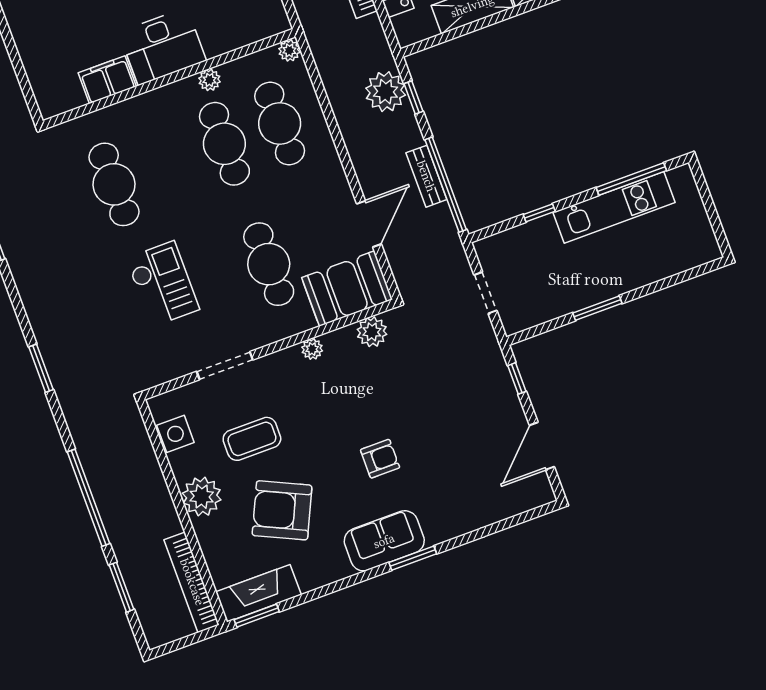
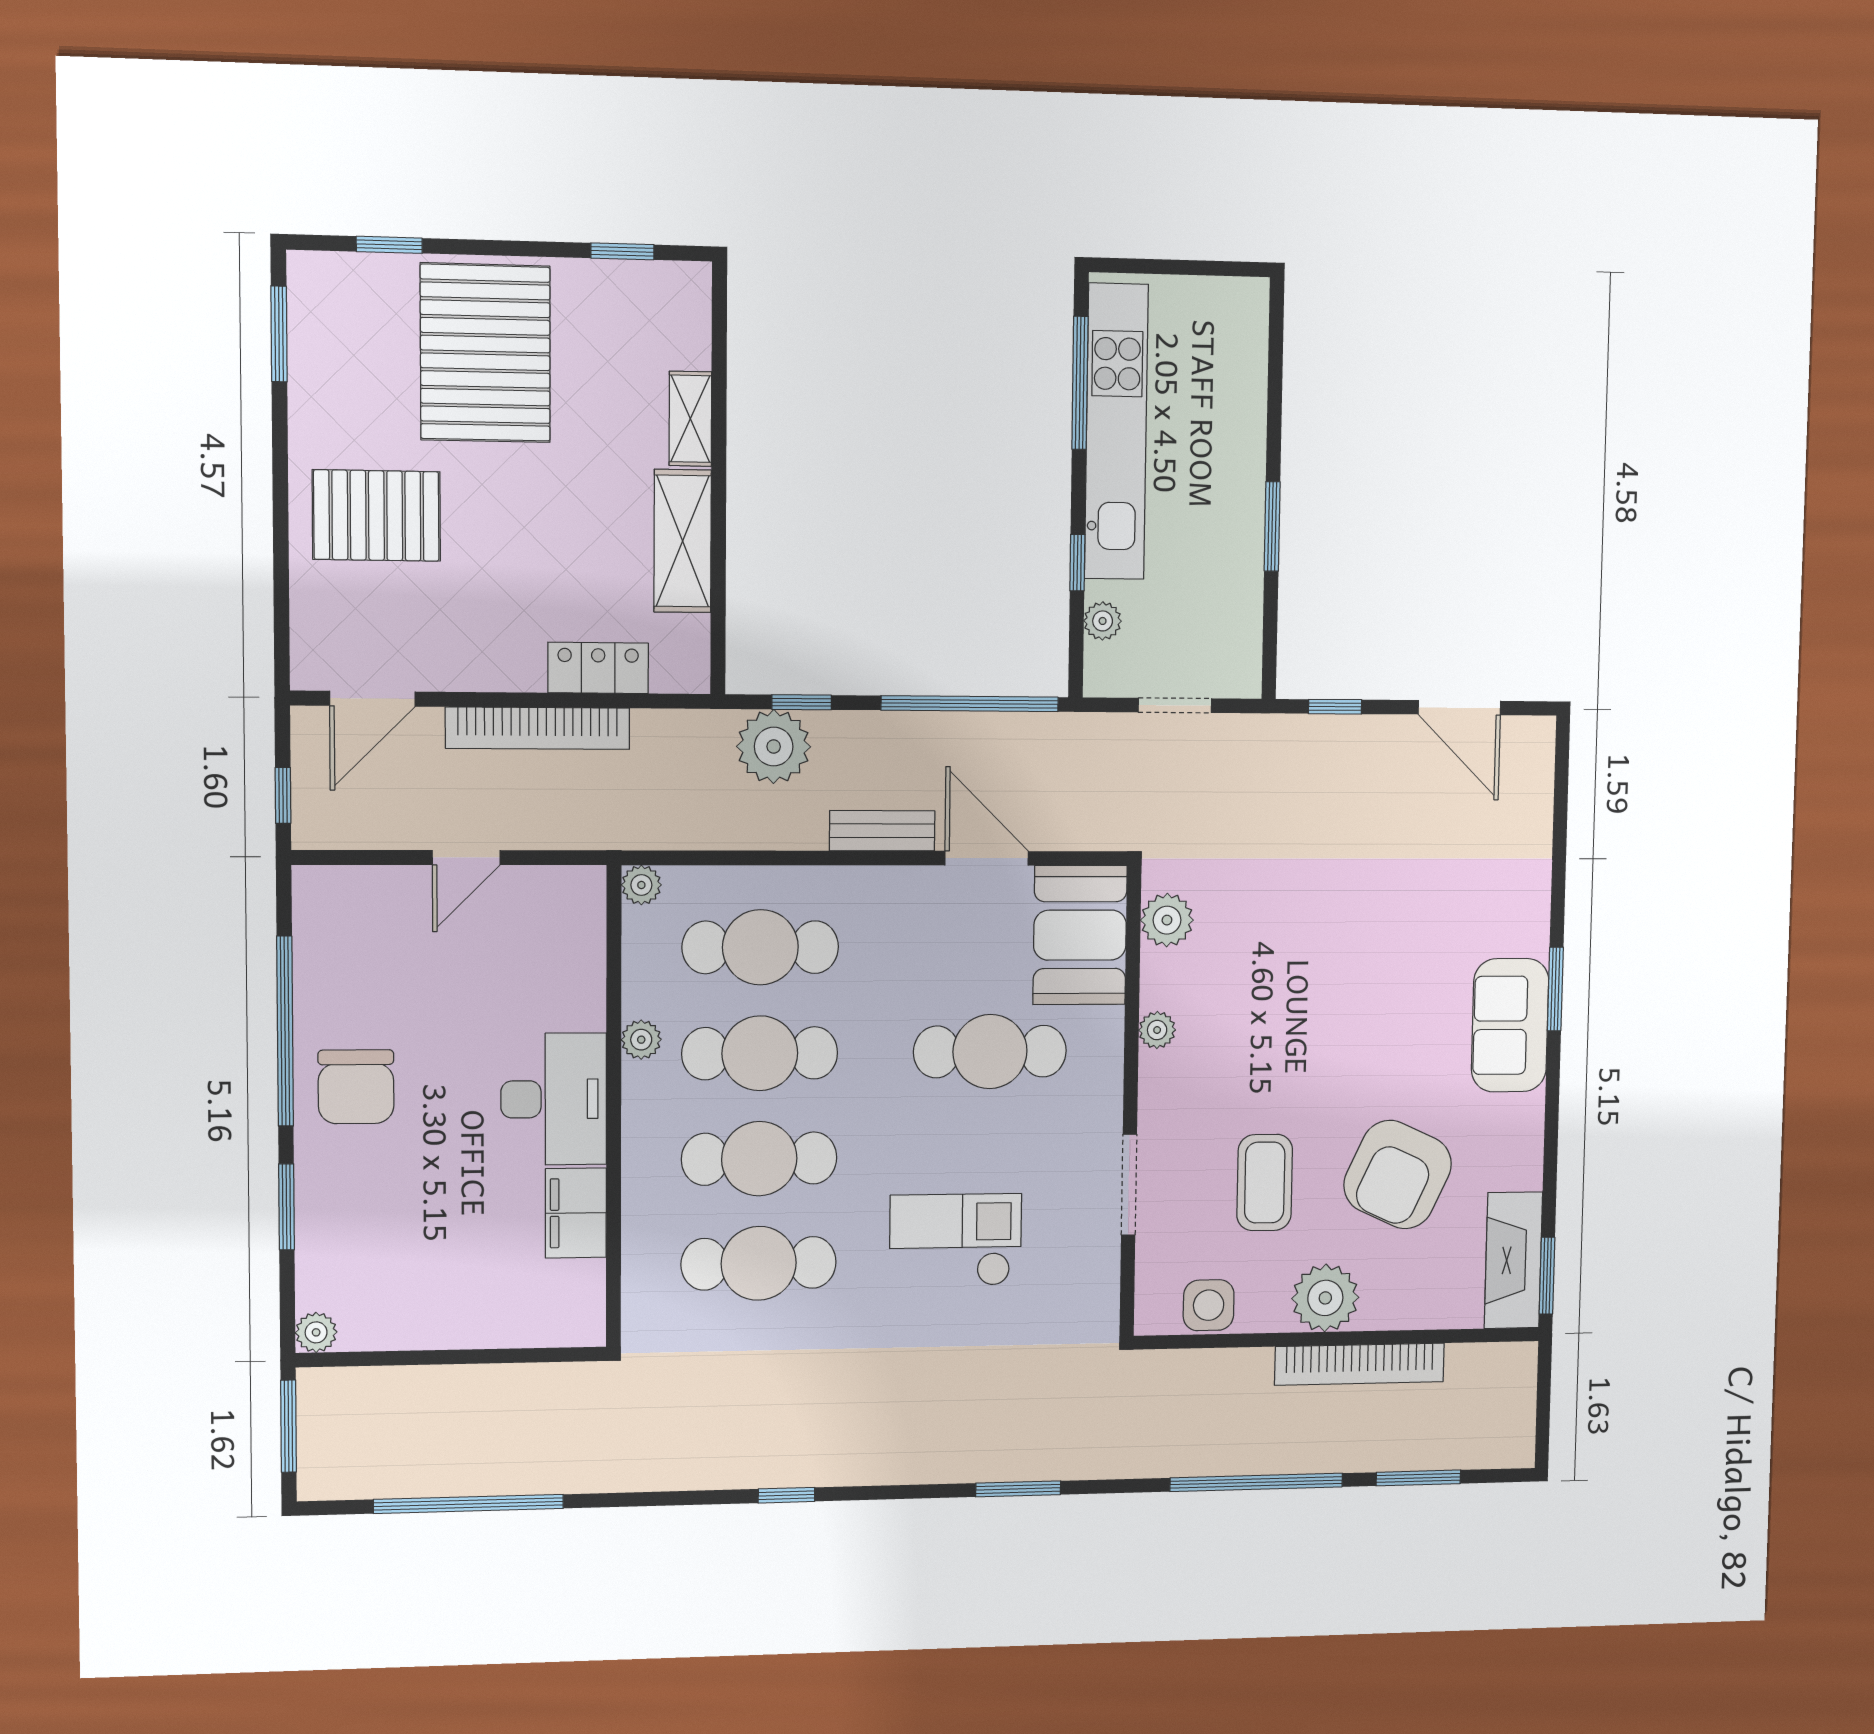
cafe table: (169, 164) -> (759, 1159), added
bench: (426, 176) -> (882, 831), moved
kitchen unit: (614, 207) -> (1116, 432), width x1.36
plant: (514, 238) -> (1103, 621), added
armchair: (380, 459) -> (1377, 983), removed
bookcase: (192, 582) -> (1360, 1364), moved

